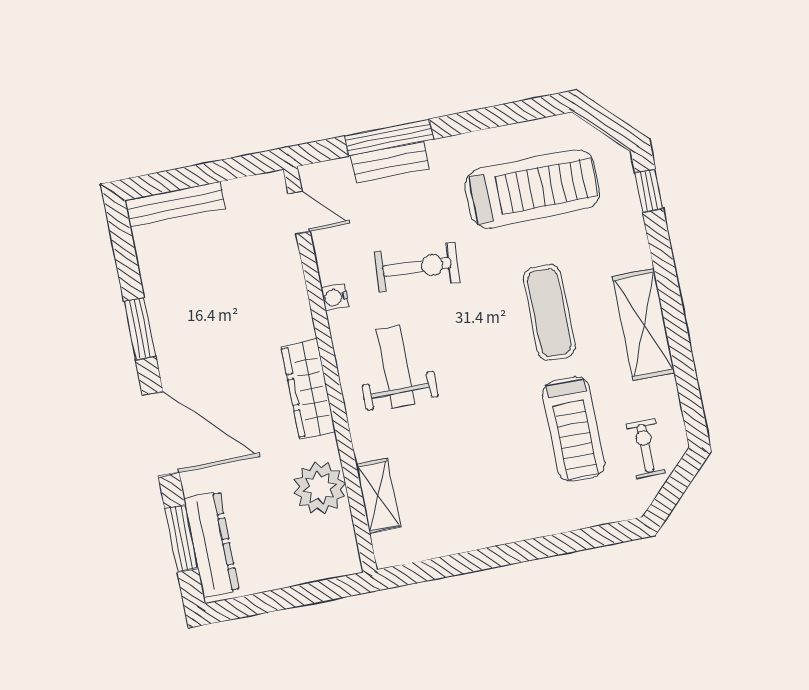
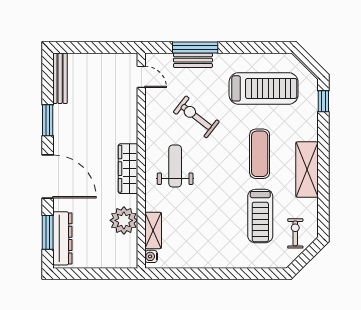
bench: (175, 204) -> (60, 78), moved, turned 90
exercise bike: (417, 267) -> (196, 117), turned -146
water cooler: (335, 297) -> (151, 256), moved

